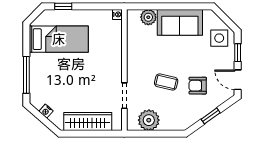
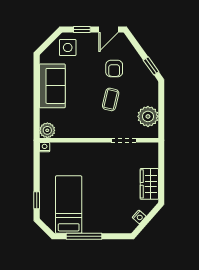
plant: (148, 17) -> (47, 130), moved
window: (26, 75) -> (84, 236), moved
window: (211, 116) -> (151, 66), moved
wardrobe: (88, 122) -> (149, 184), width x0.67

